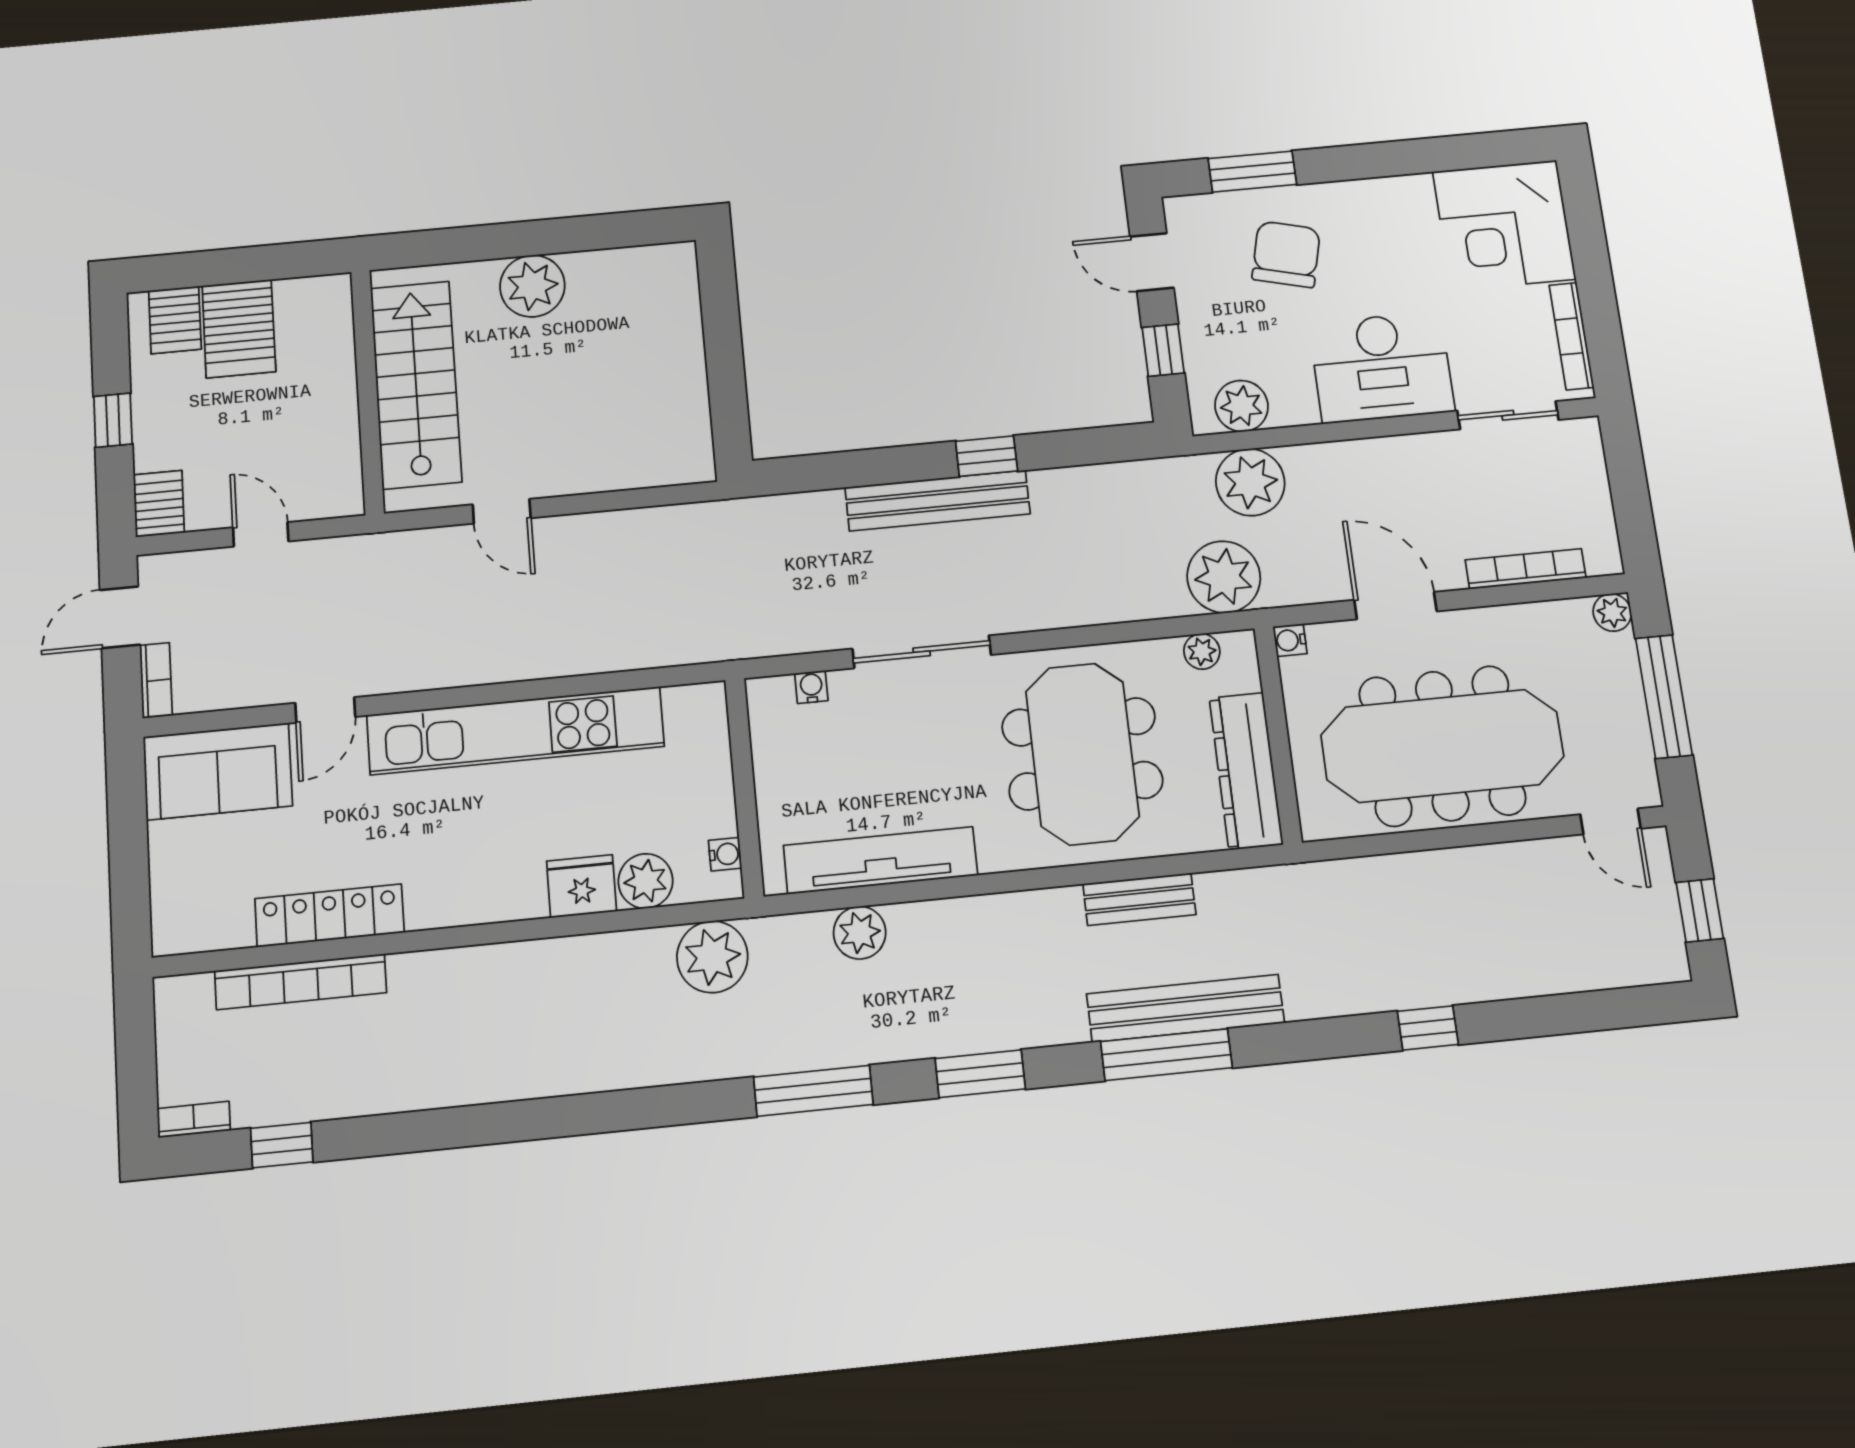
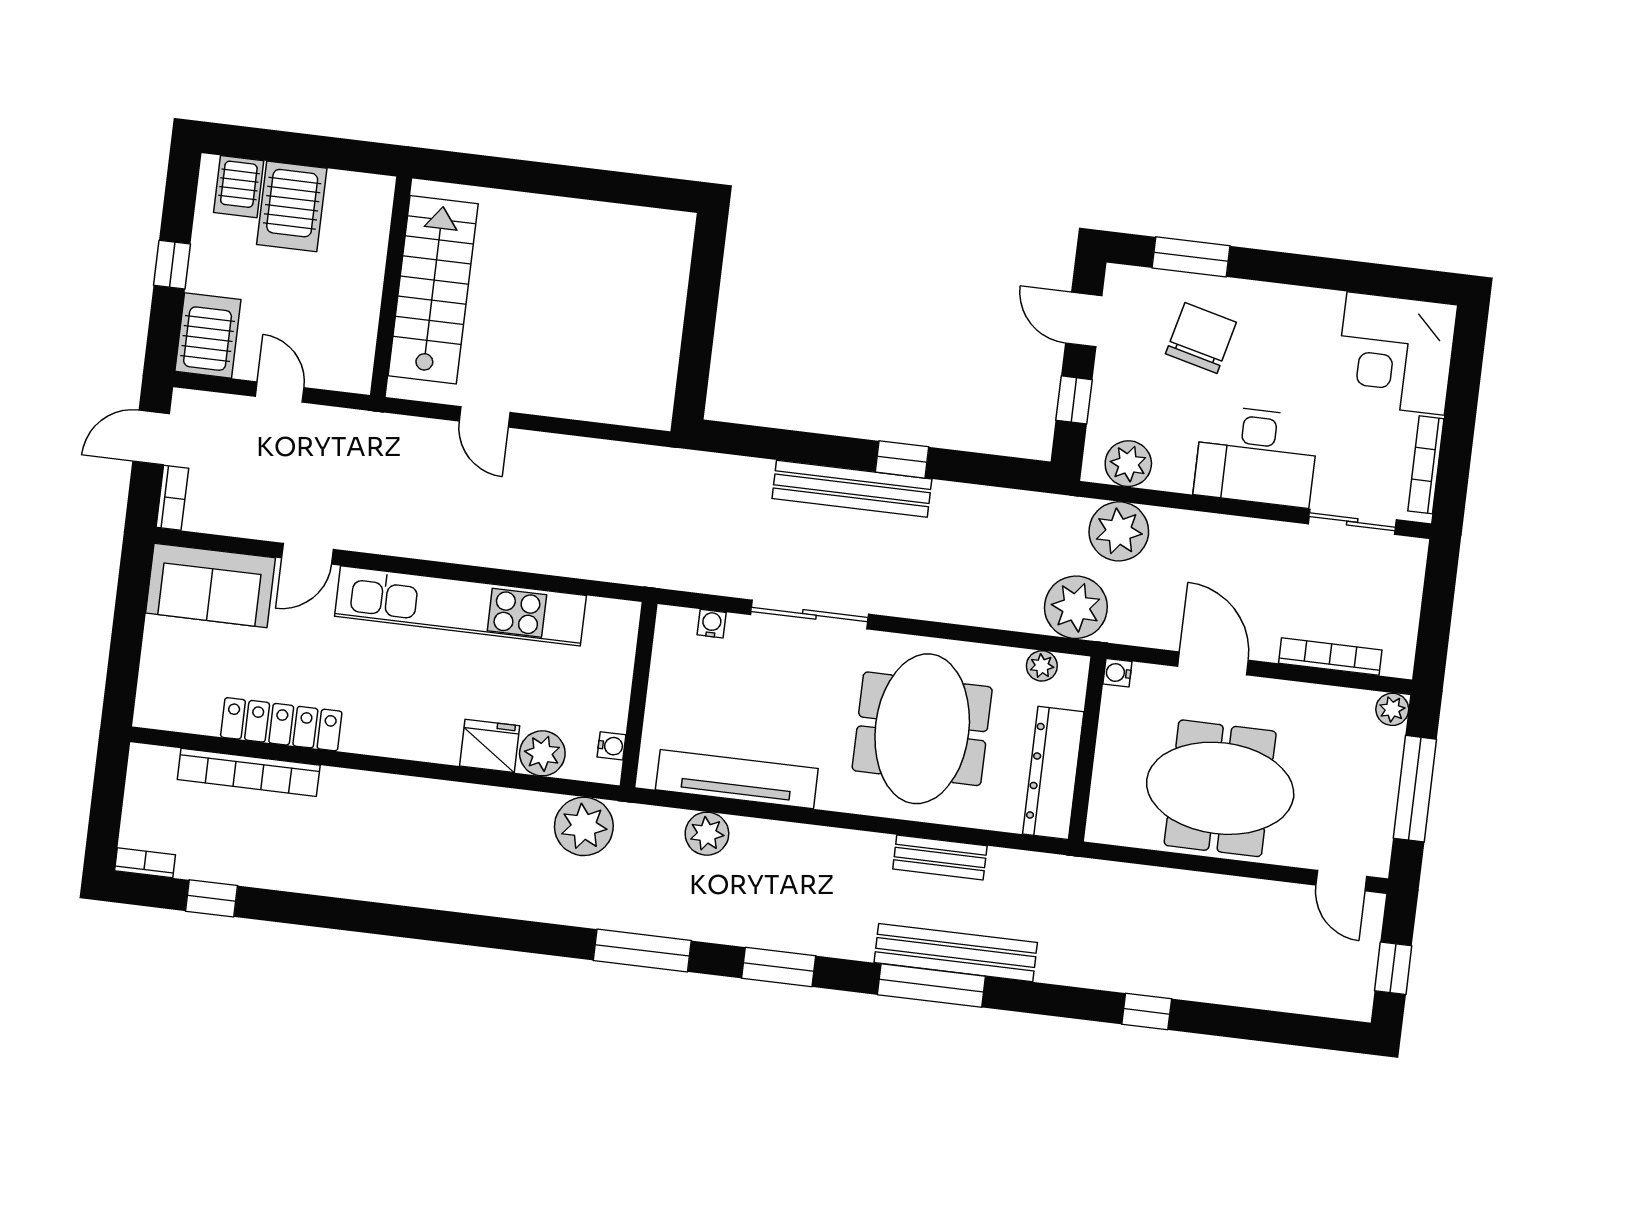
plant: (532, 286) -> (549, 223), removed
server rack: (159, 504) -> (208, 335), width x1.36, depth x1.44
meeting table: (1442, 746) -> (1220, 788), width x0.73

